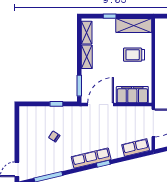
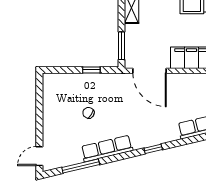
door: (101, 105) -> (150, 71), swing flipped
row of seats: (91, 158) -> (107, 149), moved

